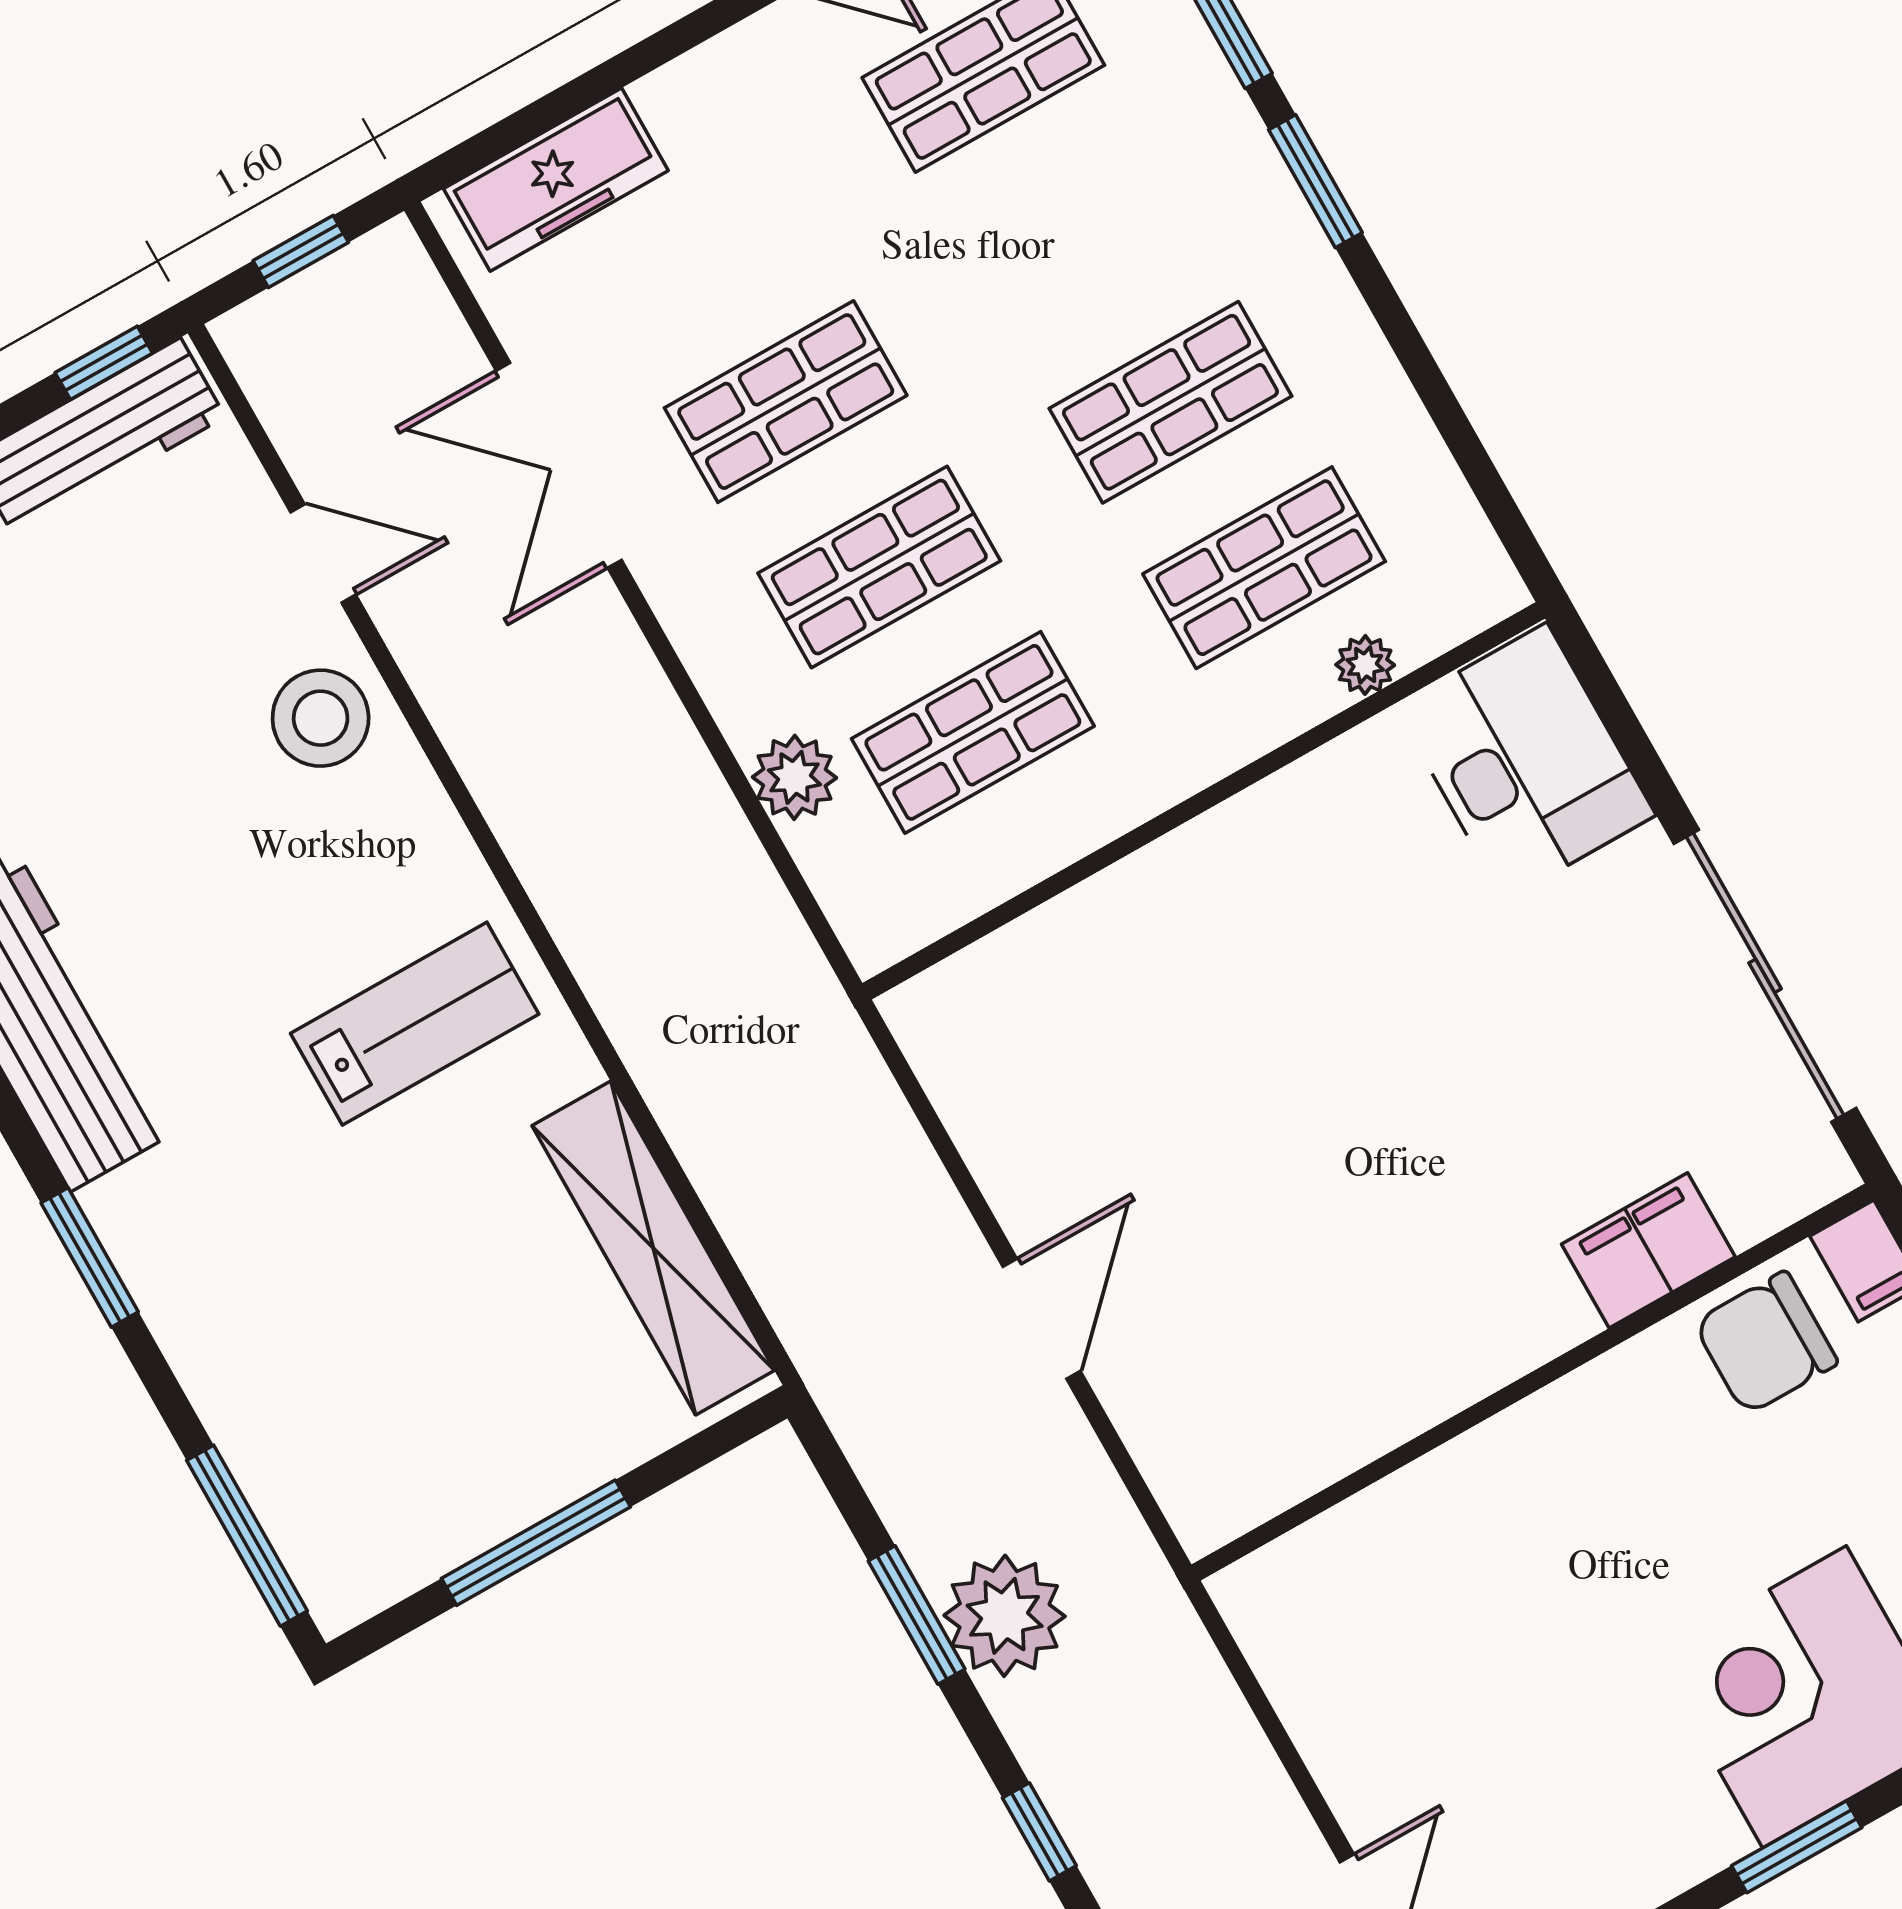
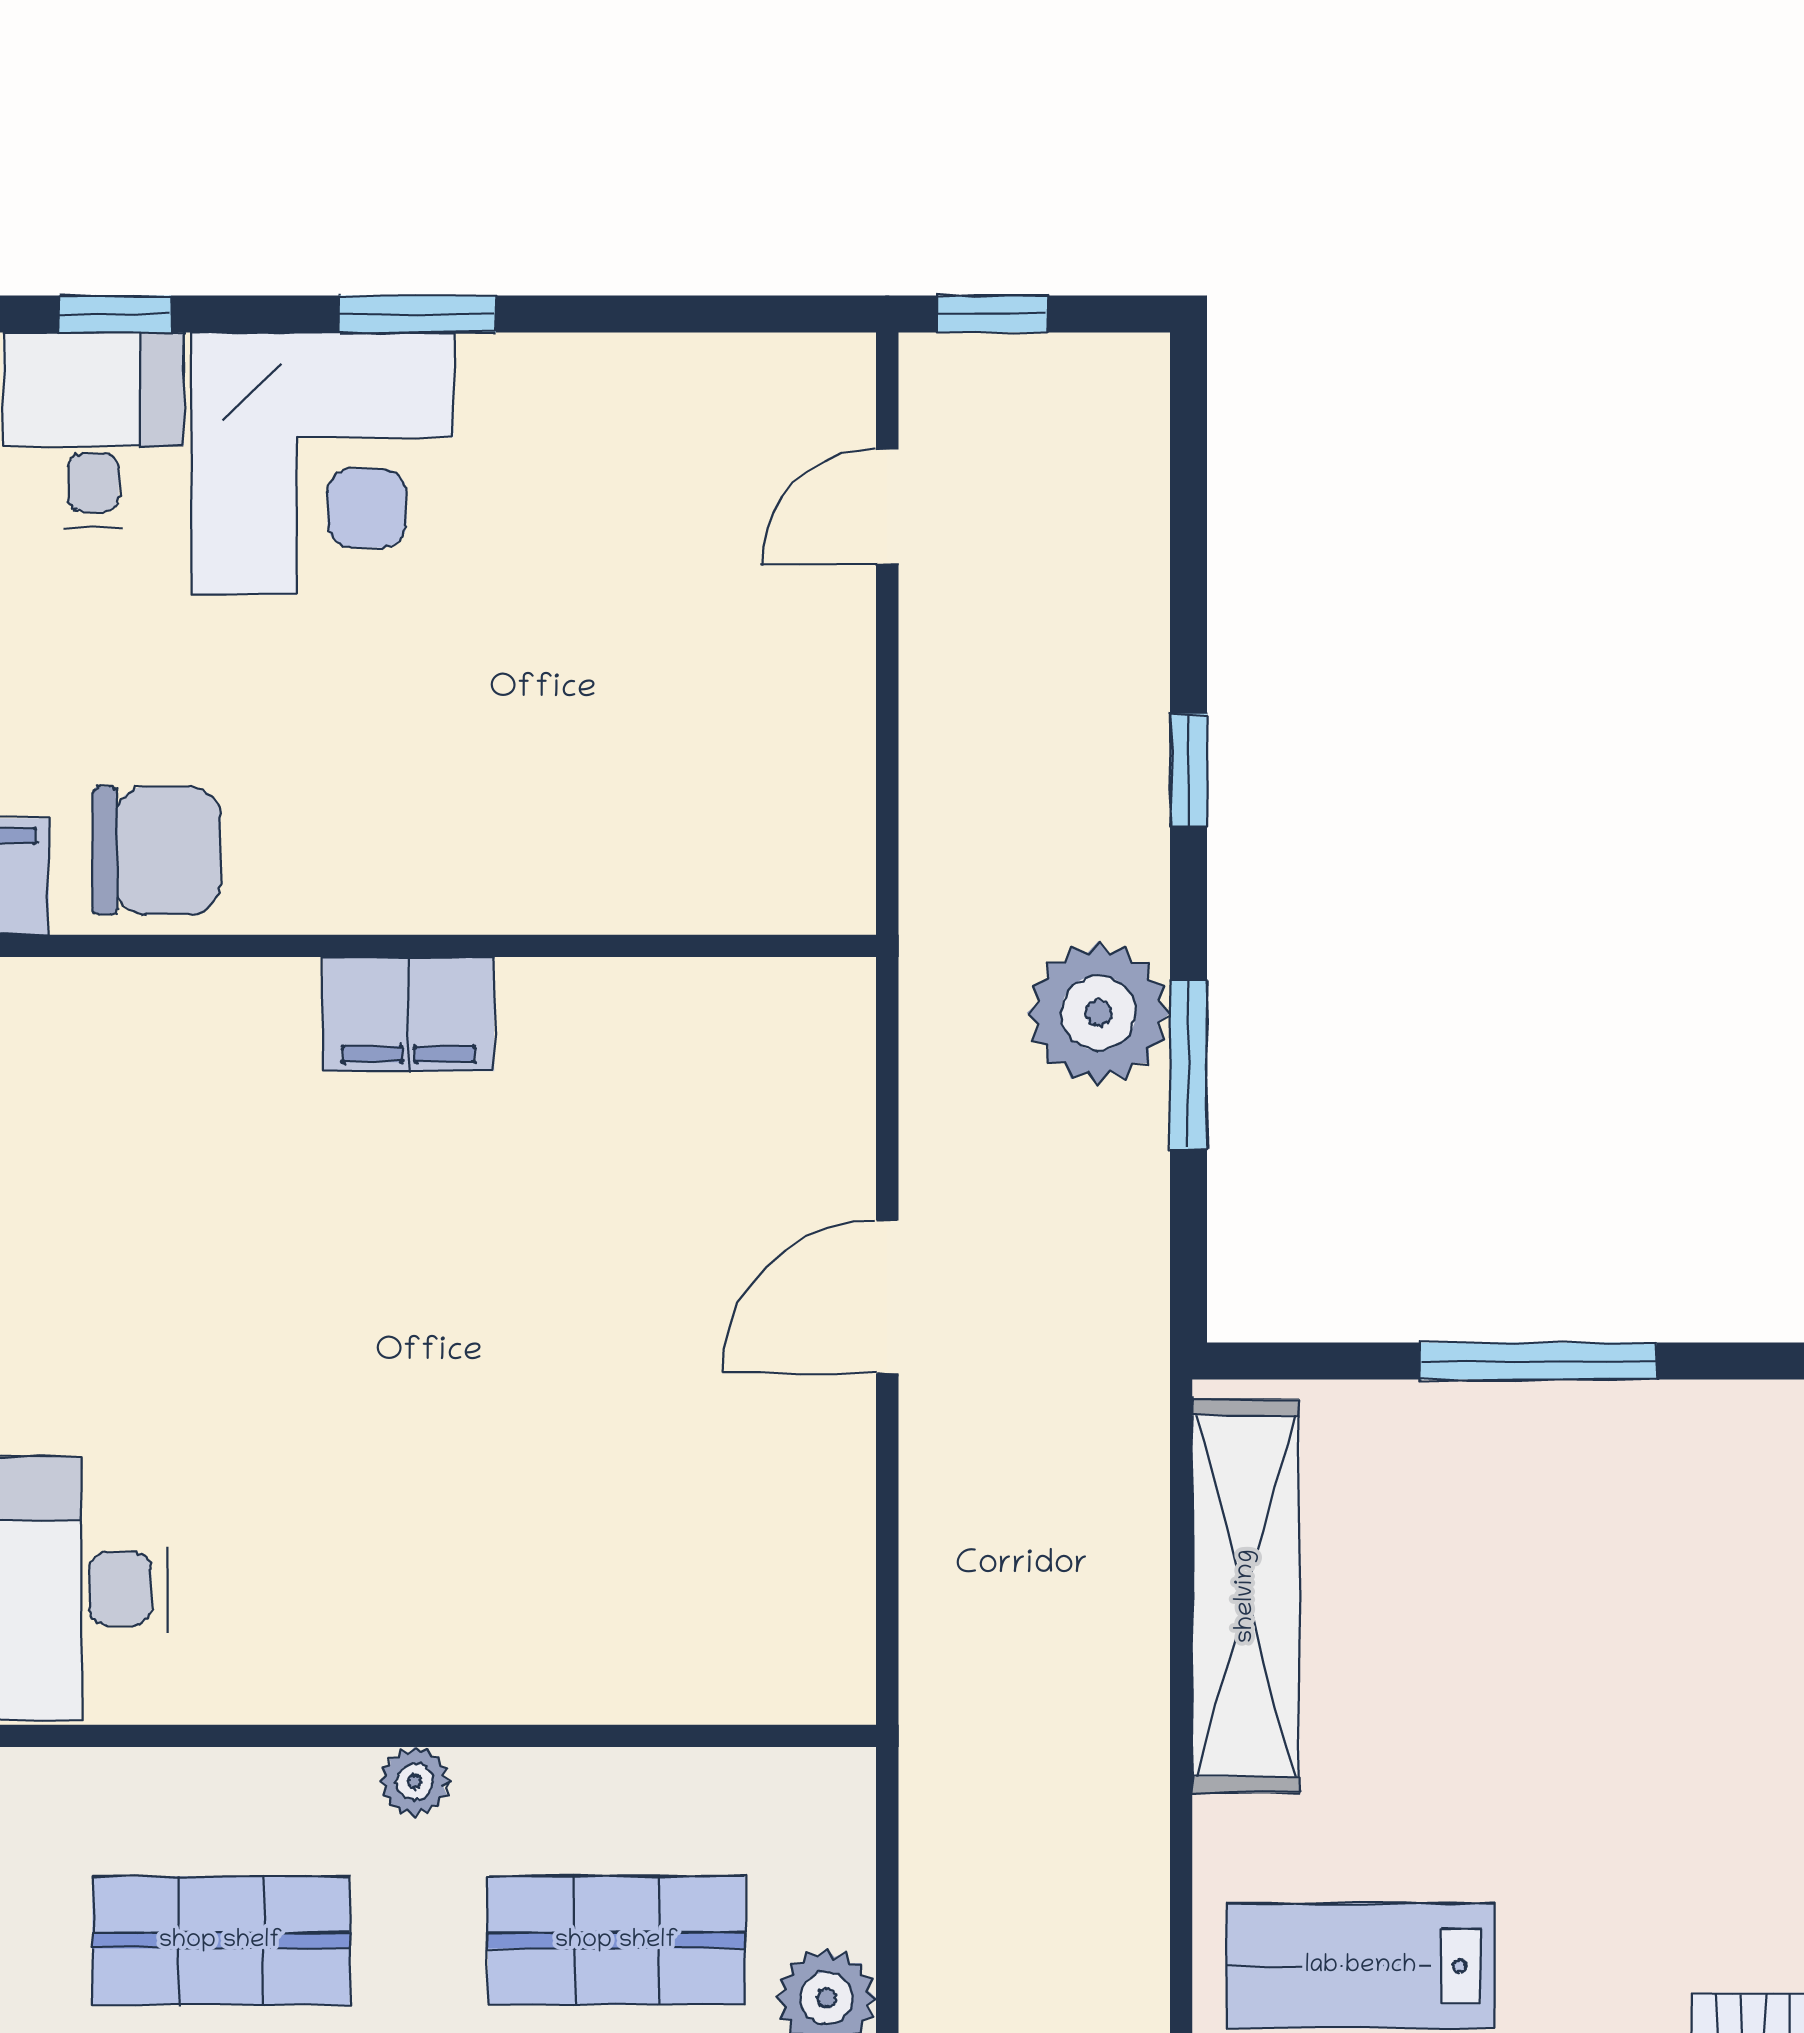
plant: (1365, 665) -> (415, 1782), moved
filing cabinet: (1648, 1250) -> (408, 1014), moved

